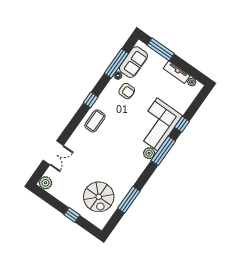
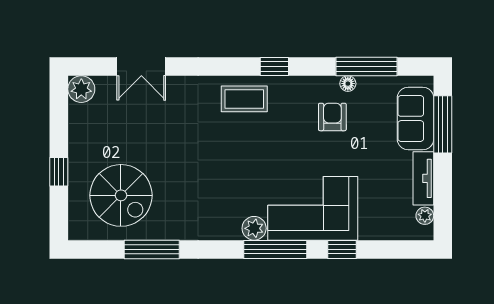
sofa: (133, 62) -> (415, 118), moved, turned 90
armchair: (127, 91) -> (332, 117), turned 180
spiral stairs: (99, 197) -> (121, 195), turned -90

